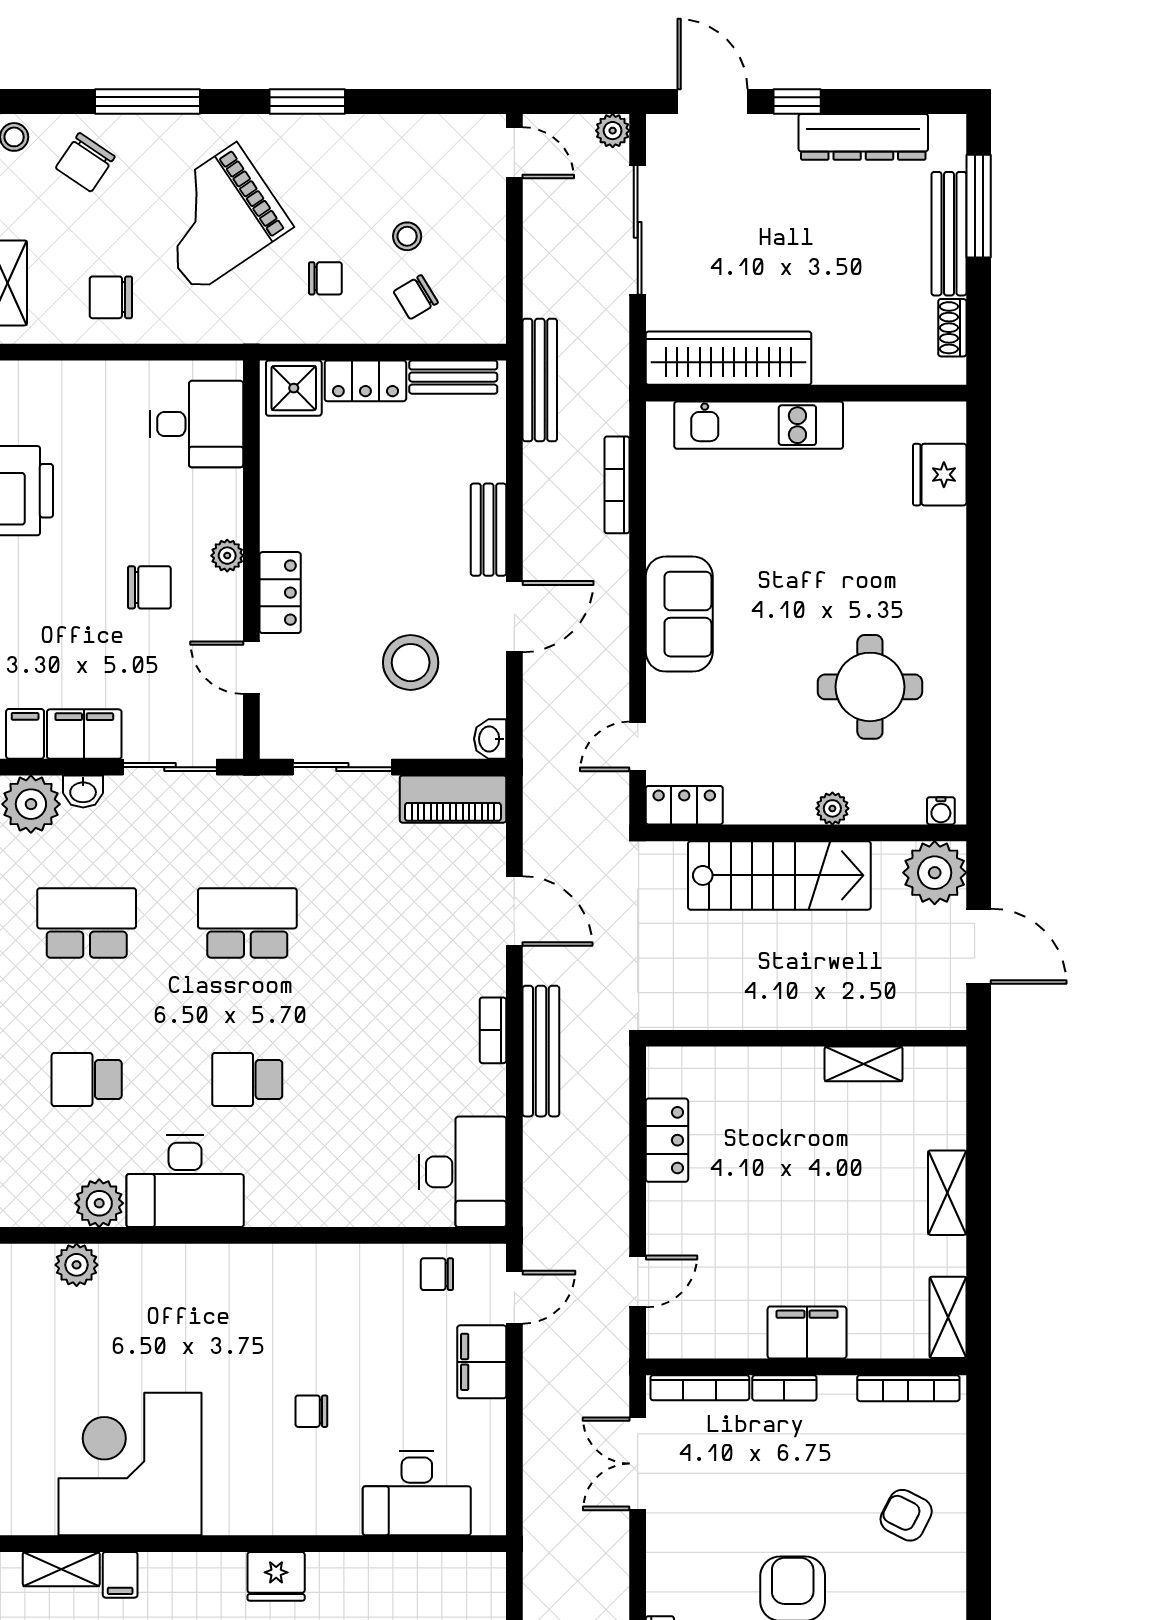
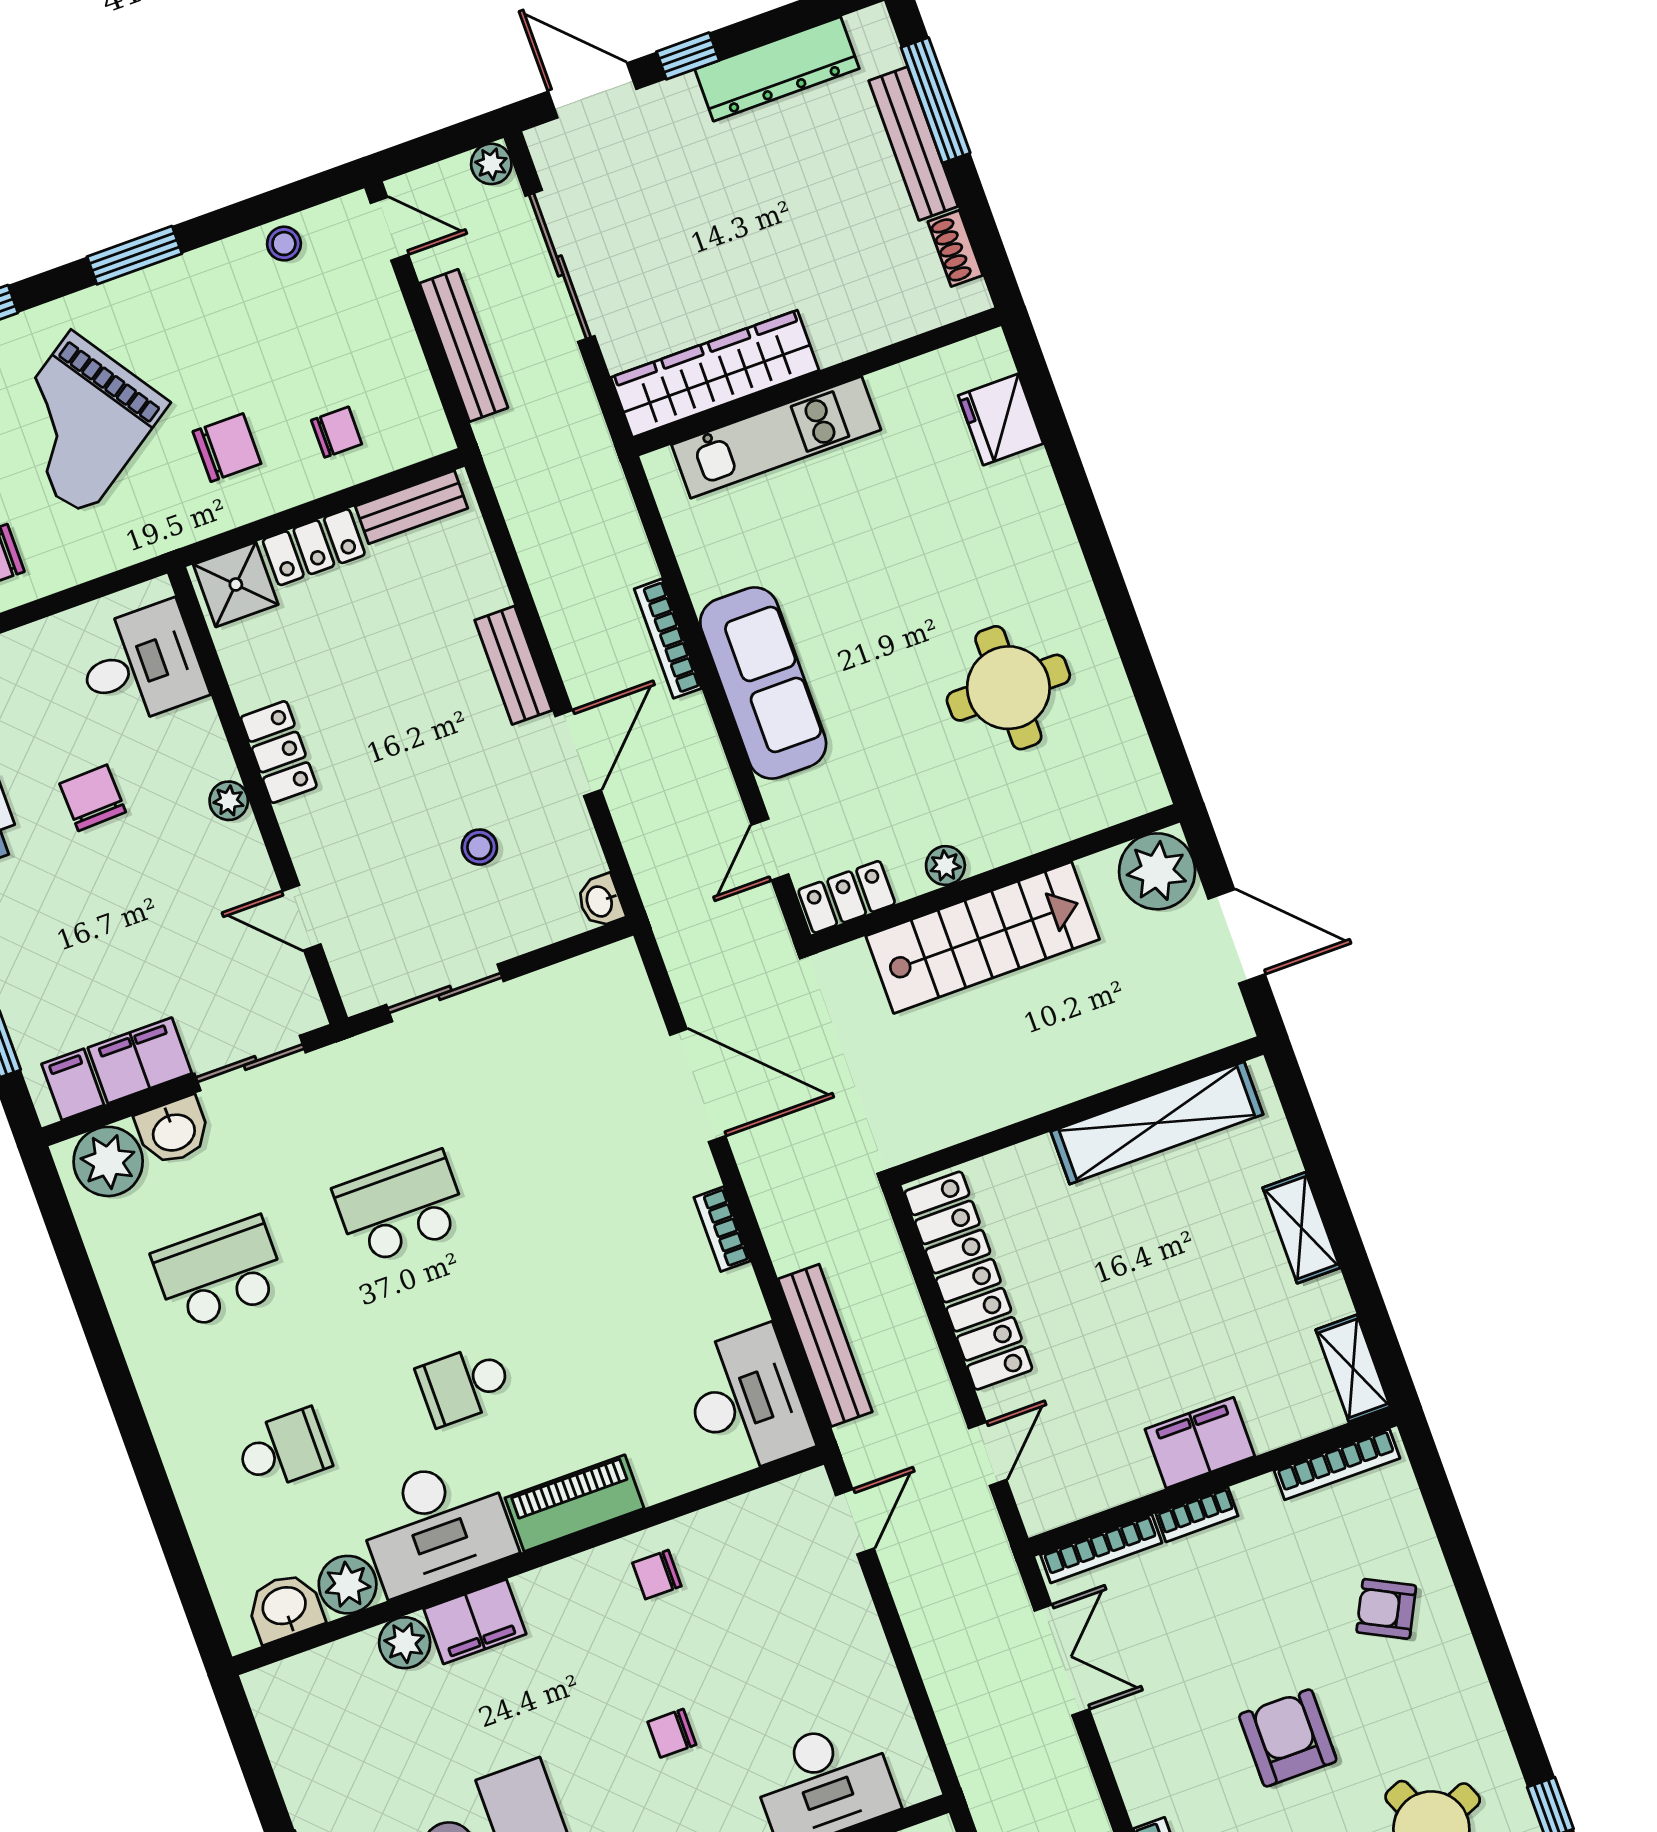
stool: (407, 236) -> (284, 244), moved
chair: (325, 278) -> (227, 448), width x1.37, depth x1.37
chair: (416, 297) -> (337, 432), turned -149
bench: (540, 380) -> (464, 345), moved
bookcase: (617, 485) -> (668, 639), moved
chair: (149, 587) -> (93, 798), moved, turned -92
locker: (280, 593) -> (279, 752), moved
sofa: (679, 614) -> (763, 683), width x1.36
stool: (411, 663) -> (479, 847), width x0.53, depth x0.53
washbasin: (83, 791) -> (173, 1131), width x1.38, depth x1.45
piano: (453, 799) -> (575, 1503), moved, turned 180
plant: (832, 808) -> (945, 866), moved
water cooler: (941, 811) -> (1139, 799), removed
door: (514, 911) -> (698, 1086), width x1.36
bench: (541, 1051) -> (825, 1345), moved
shelving: (864, 1064) -> (1157, 1123), width x2.20, depth x1.33
school desk: (87, 1080) -> (283, 1450), turned 180
locker: (667, 1140) -> (968, 1281), width x2.16, depth x1.21
washbasin: (44, 1203) -> (285, 1607), added
plant: (77, 1265) -> (405, 1643), moved
chair: (437, 1274) -> (657, 1575), moved
filing cabinet: (482, 1362) -> (475, 1622), moved, turned -90
double door: (638, 1464) -> (1062, 1660), swing flipped

